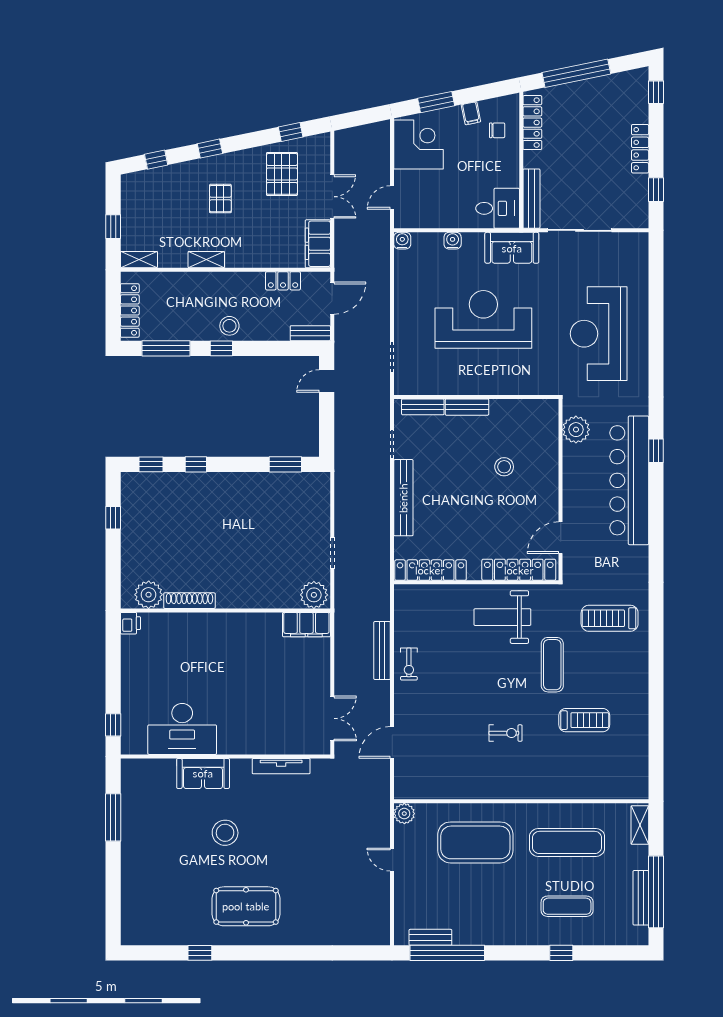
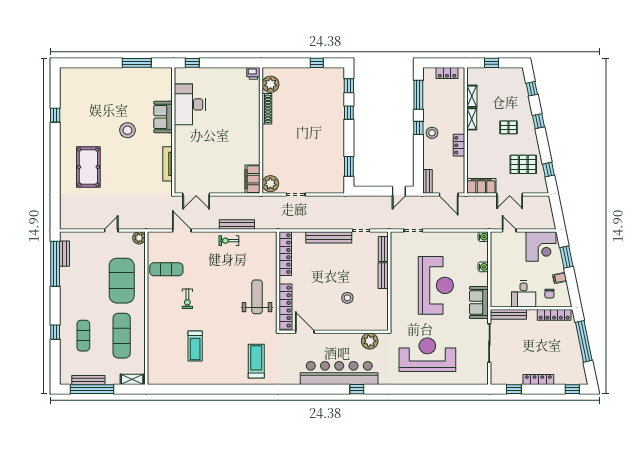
desk: (498, 208) -> (524, 294), moved
shelving: (139, 260) -> (472, 96), moved
locker: (283, 281) -> (459, 145), moved
locker: (130, 310) -> (447, 73), width x0.66
door: (327, 381) -> (399, 191), swing flipped
exercise mat: (552, 665) -> (166, 269), moved
pool table: (246, 906) -> (88, 167), moved

